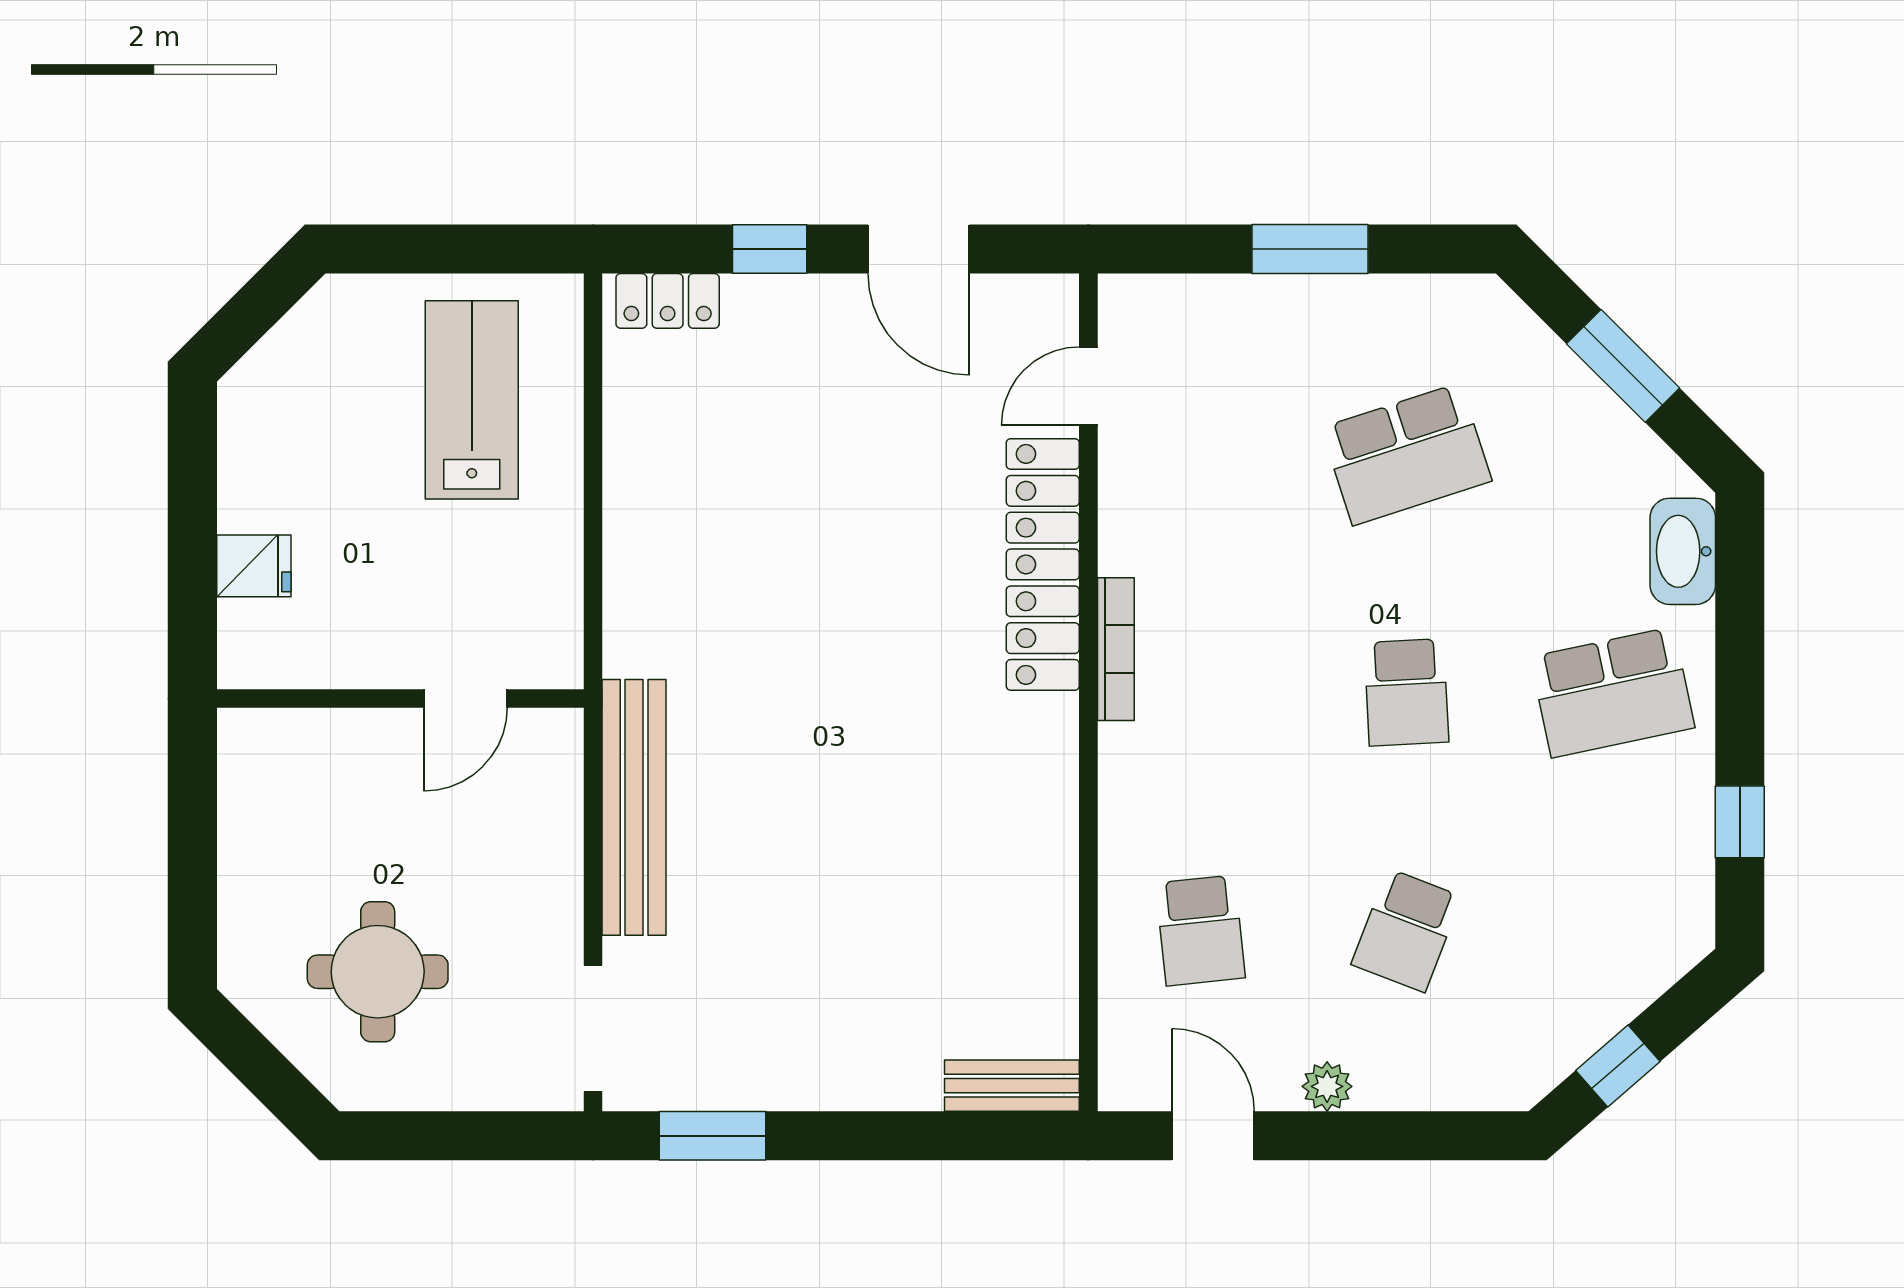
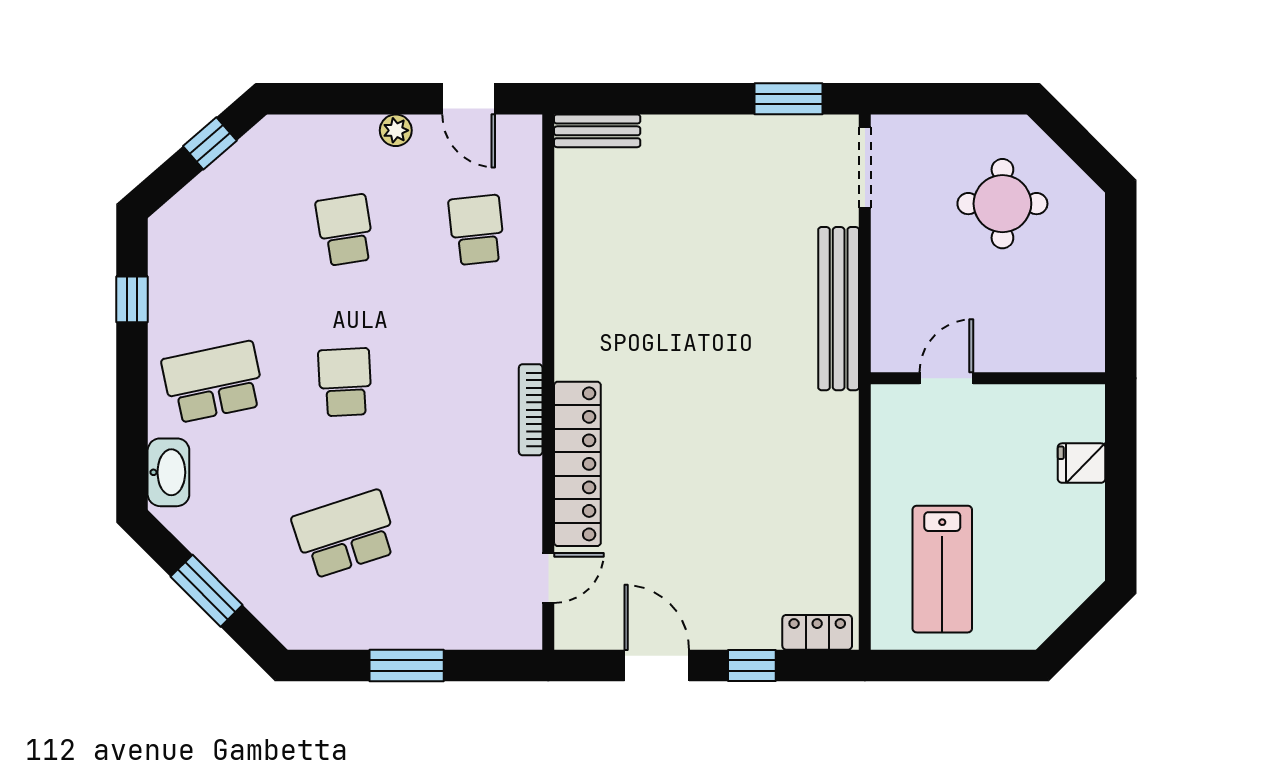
school desk: (1406, 930) -> (345, 230), turned -30

